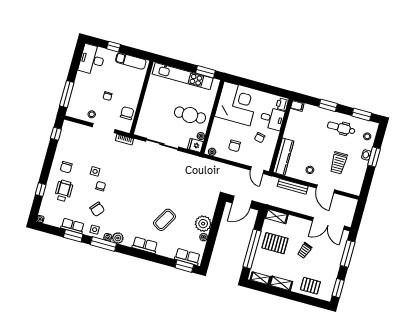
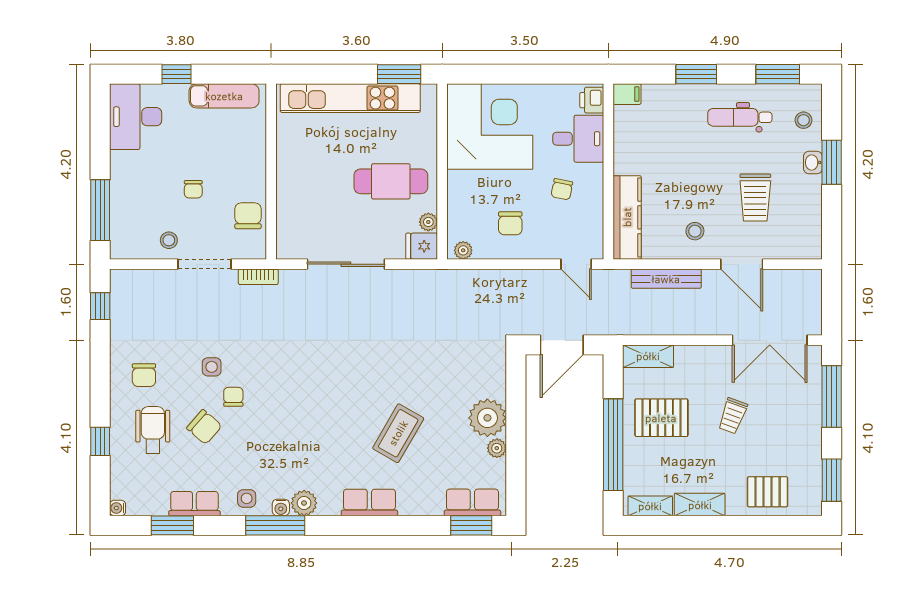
chair: (97, 209) -> (204, 427), moved
window: (73, 236) -> (172, 525), moved

